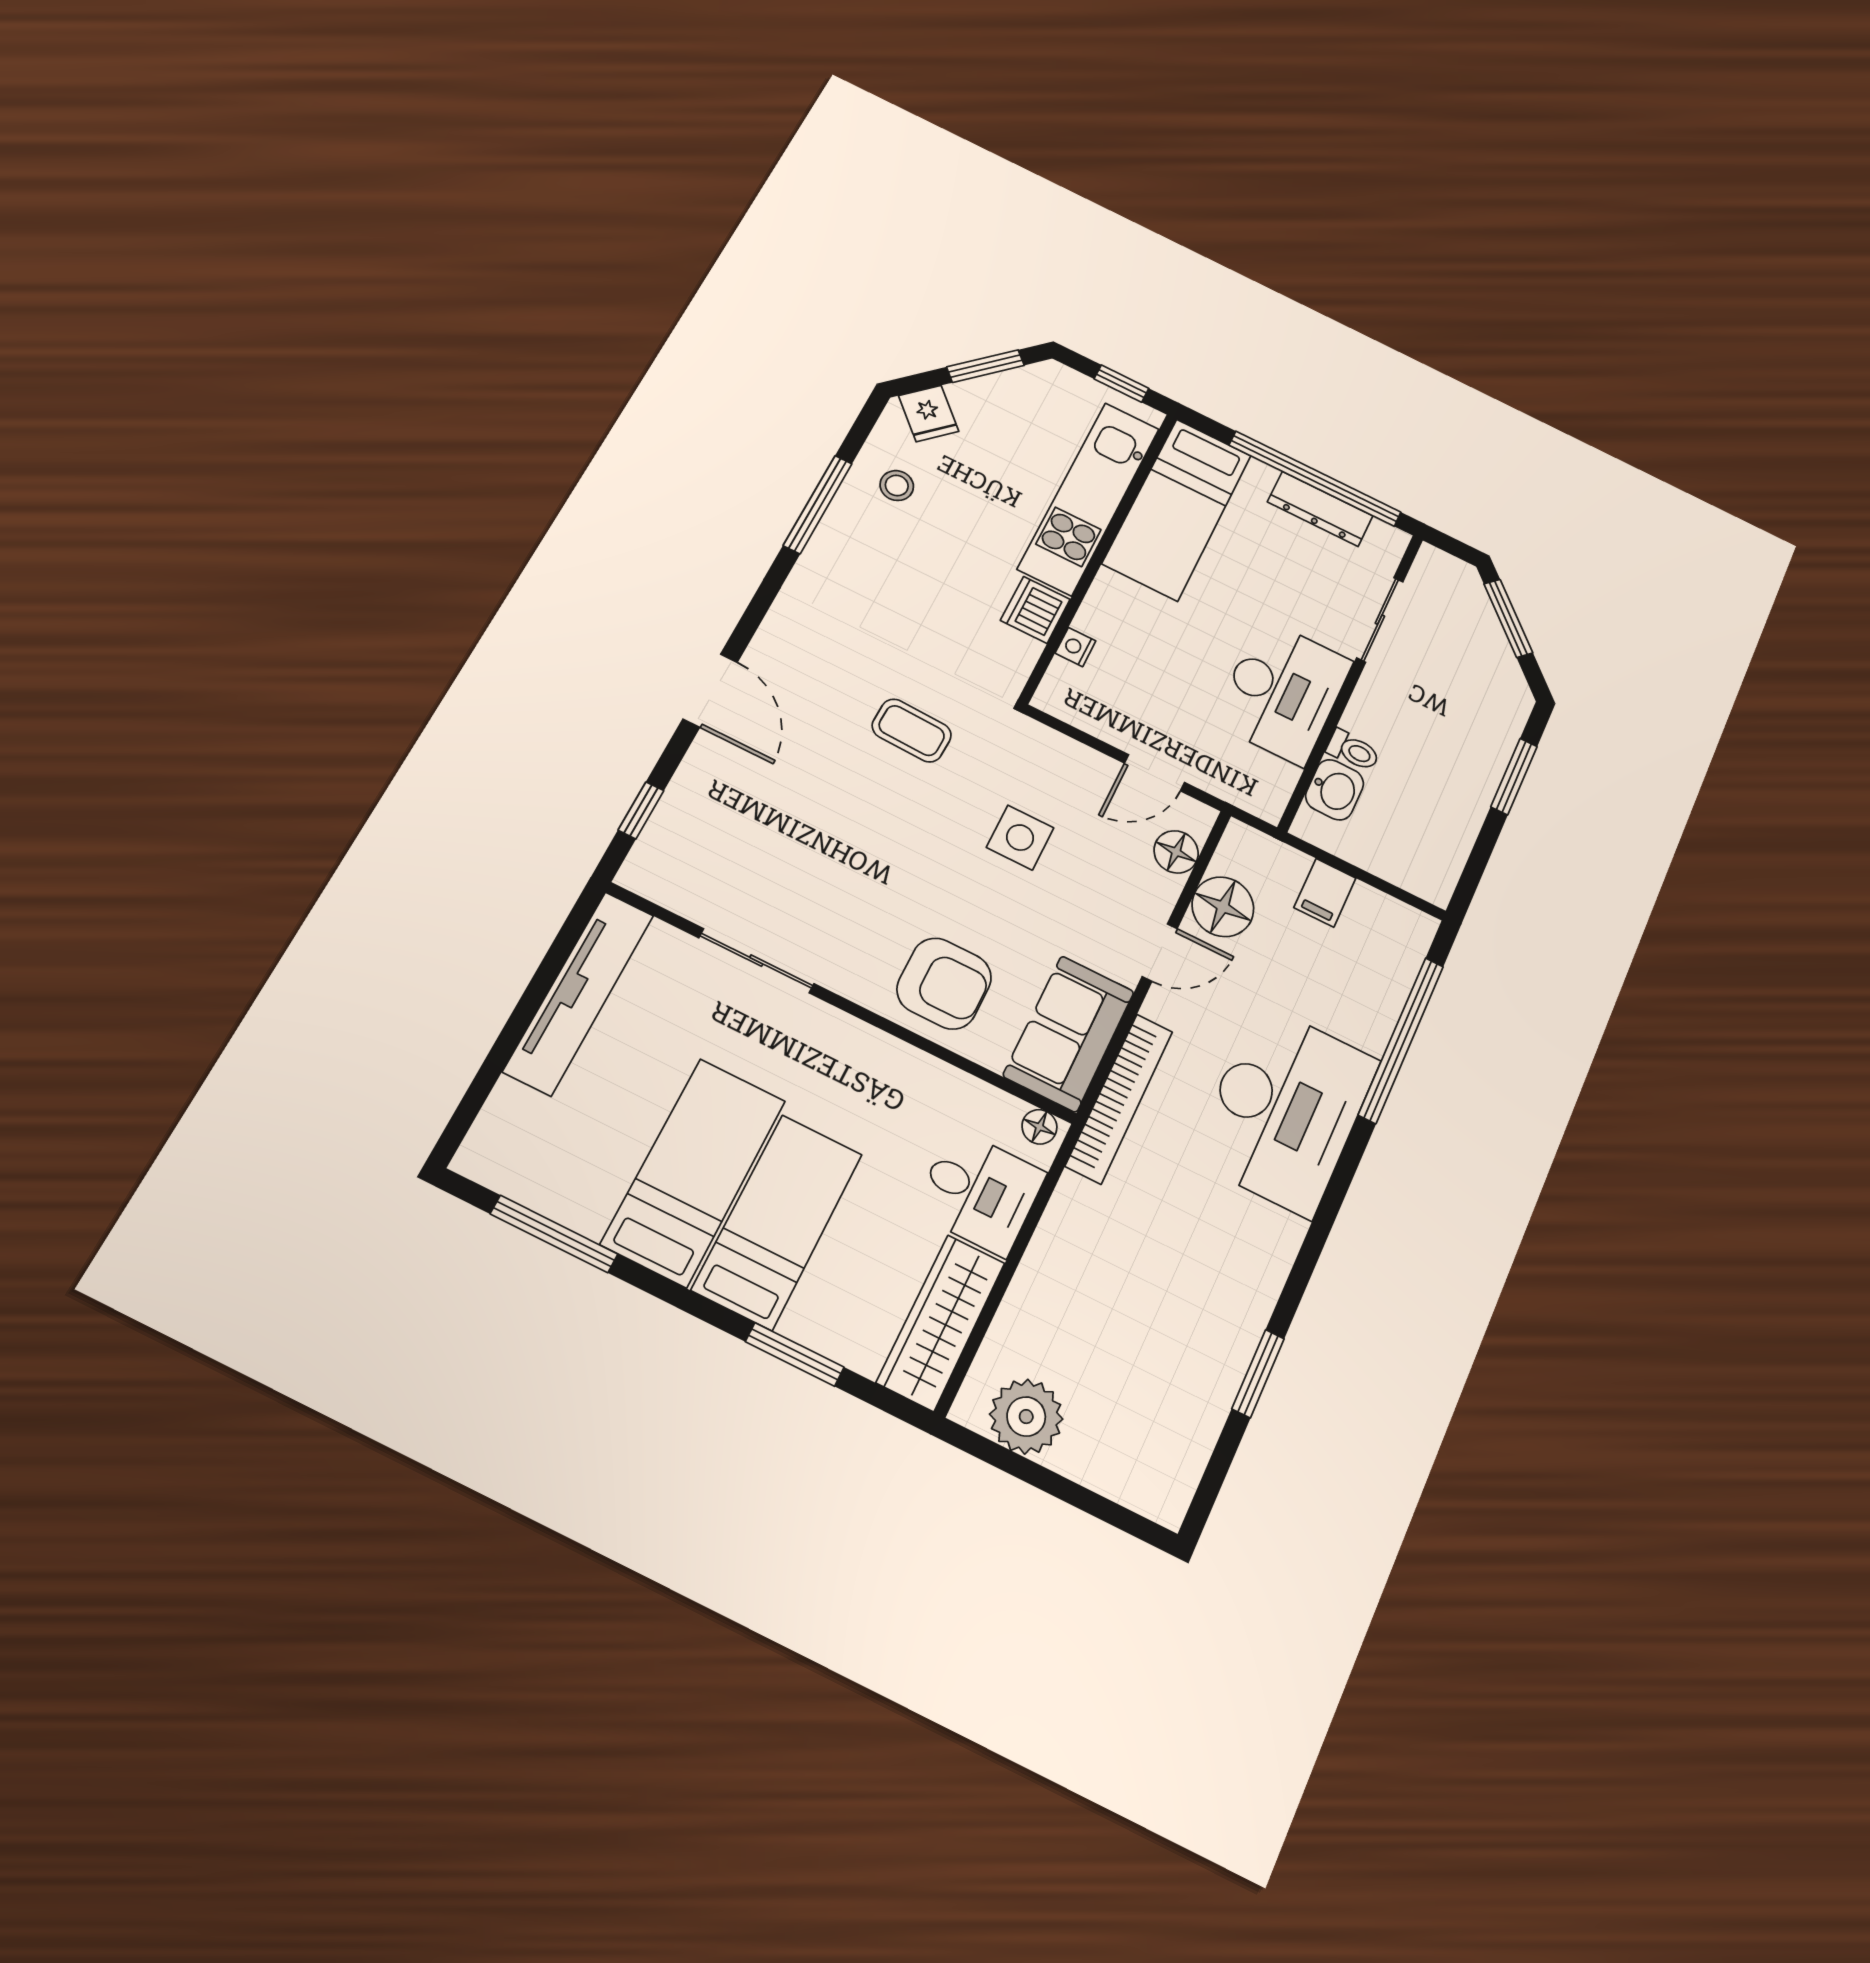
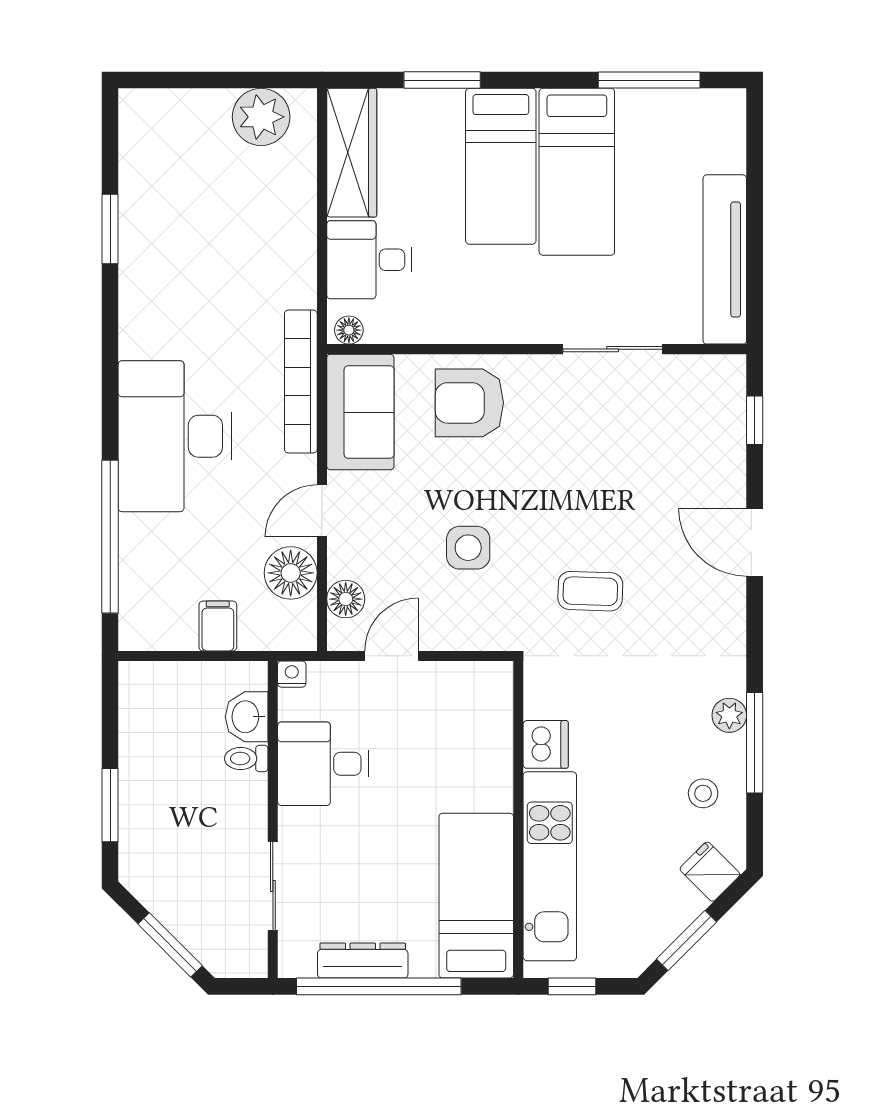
plant: (830, 542) -> (729, 715), added
nightstand: (1075, 647) -> (292, 674), moved, turned -90
desk: (1282, 692) -> (323, 764), width x0.73

